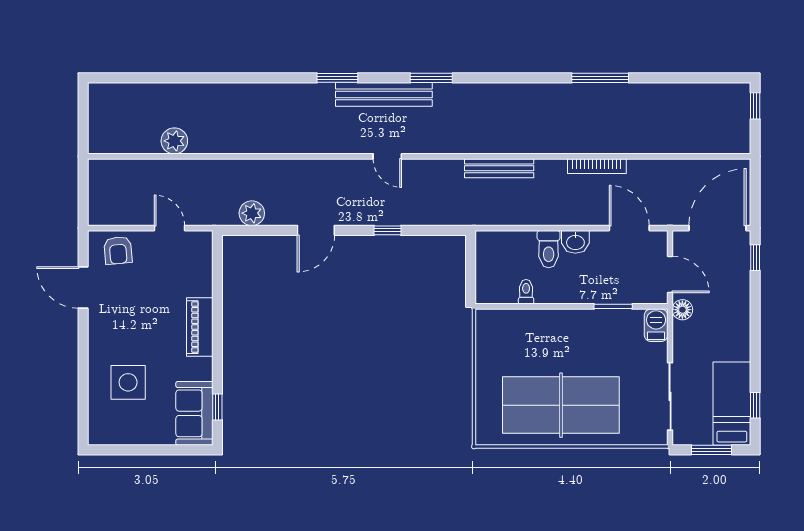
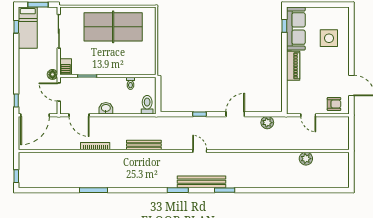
toilet: (549, 249) -> (147, 105), moved
armchair: (118, 250) -> (334, 104), turned 95
sofa: (194, 413) -> (296, 29), width x1.36

